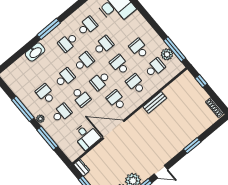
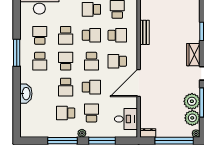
window: (49, 29) -> (17, 53), moved
school desk: (103, 45) -> (66, 35), turned 180
school desk: (120, 65) -> (91, 35), turned 180
school desk: (65, 78) -> (66, 87), turned 180
school desk: (136, 84) -> (117, 35), turned 180
desk: (86, 136) -> (126, 119), moved
wardrobe: (169, 153) -> (193, 55), added

